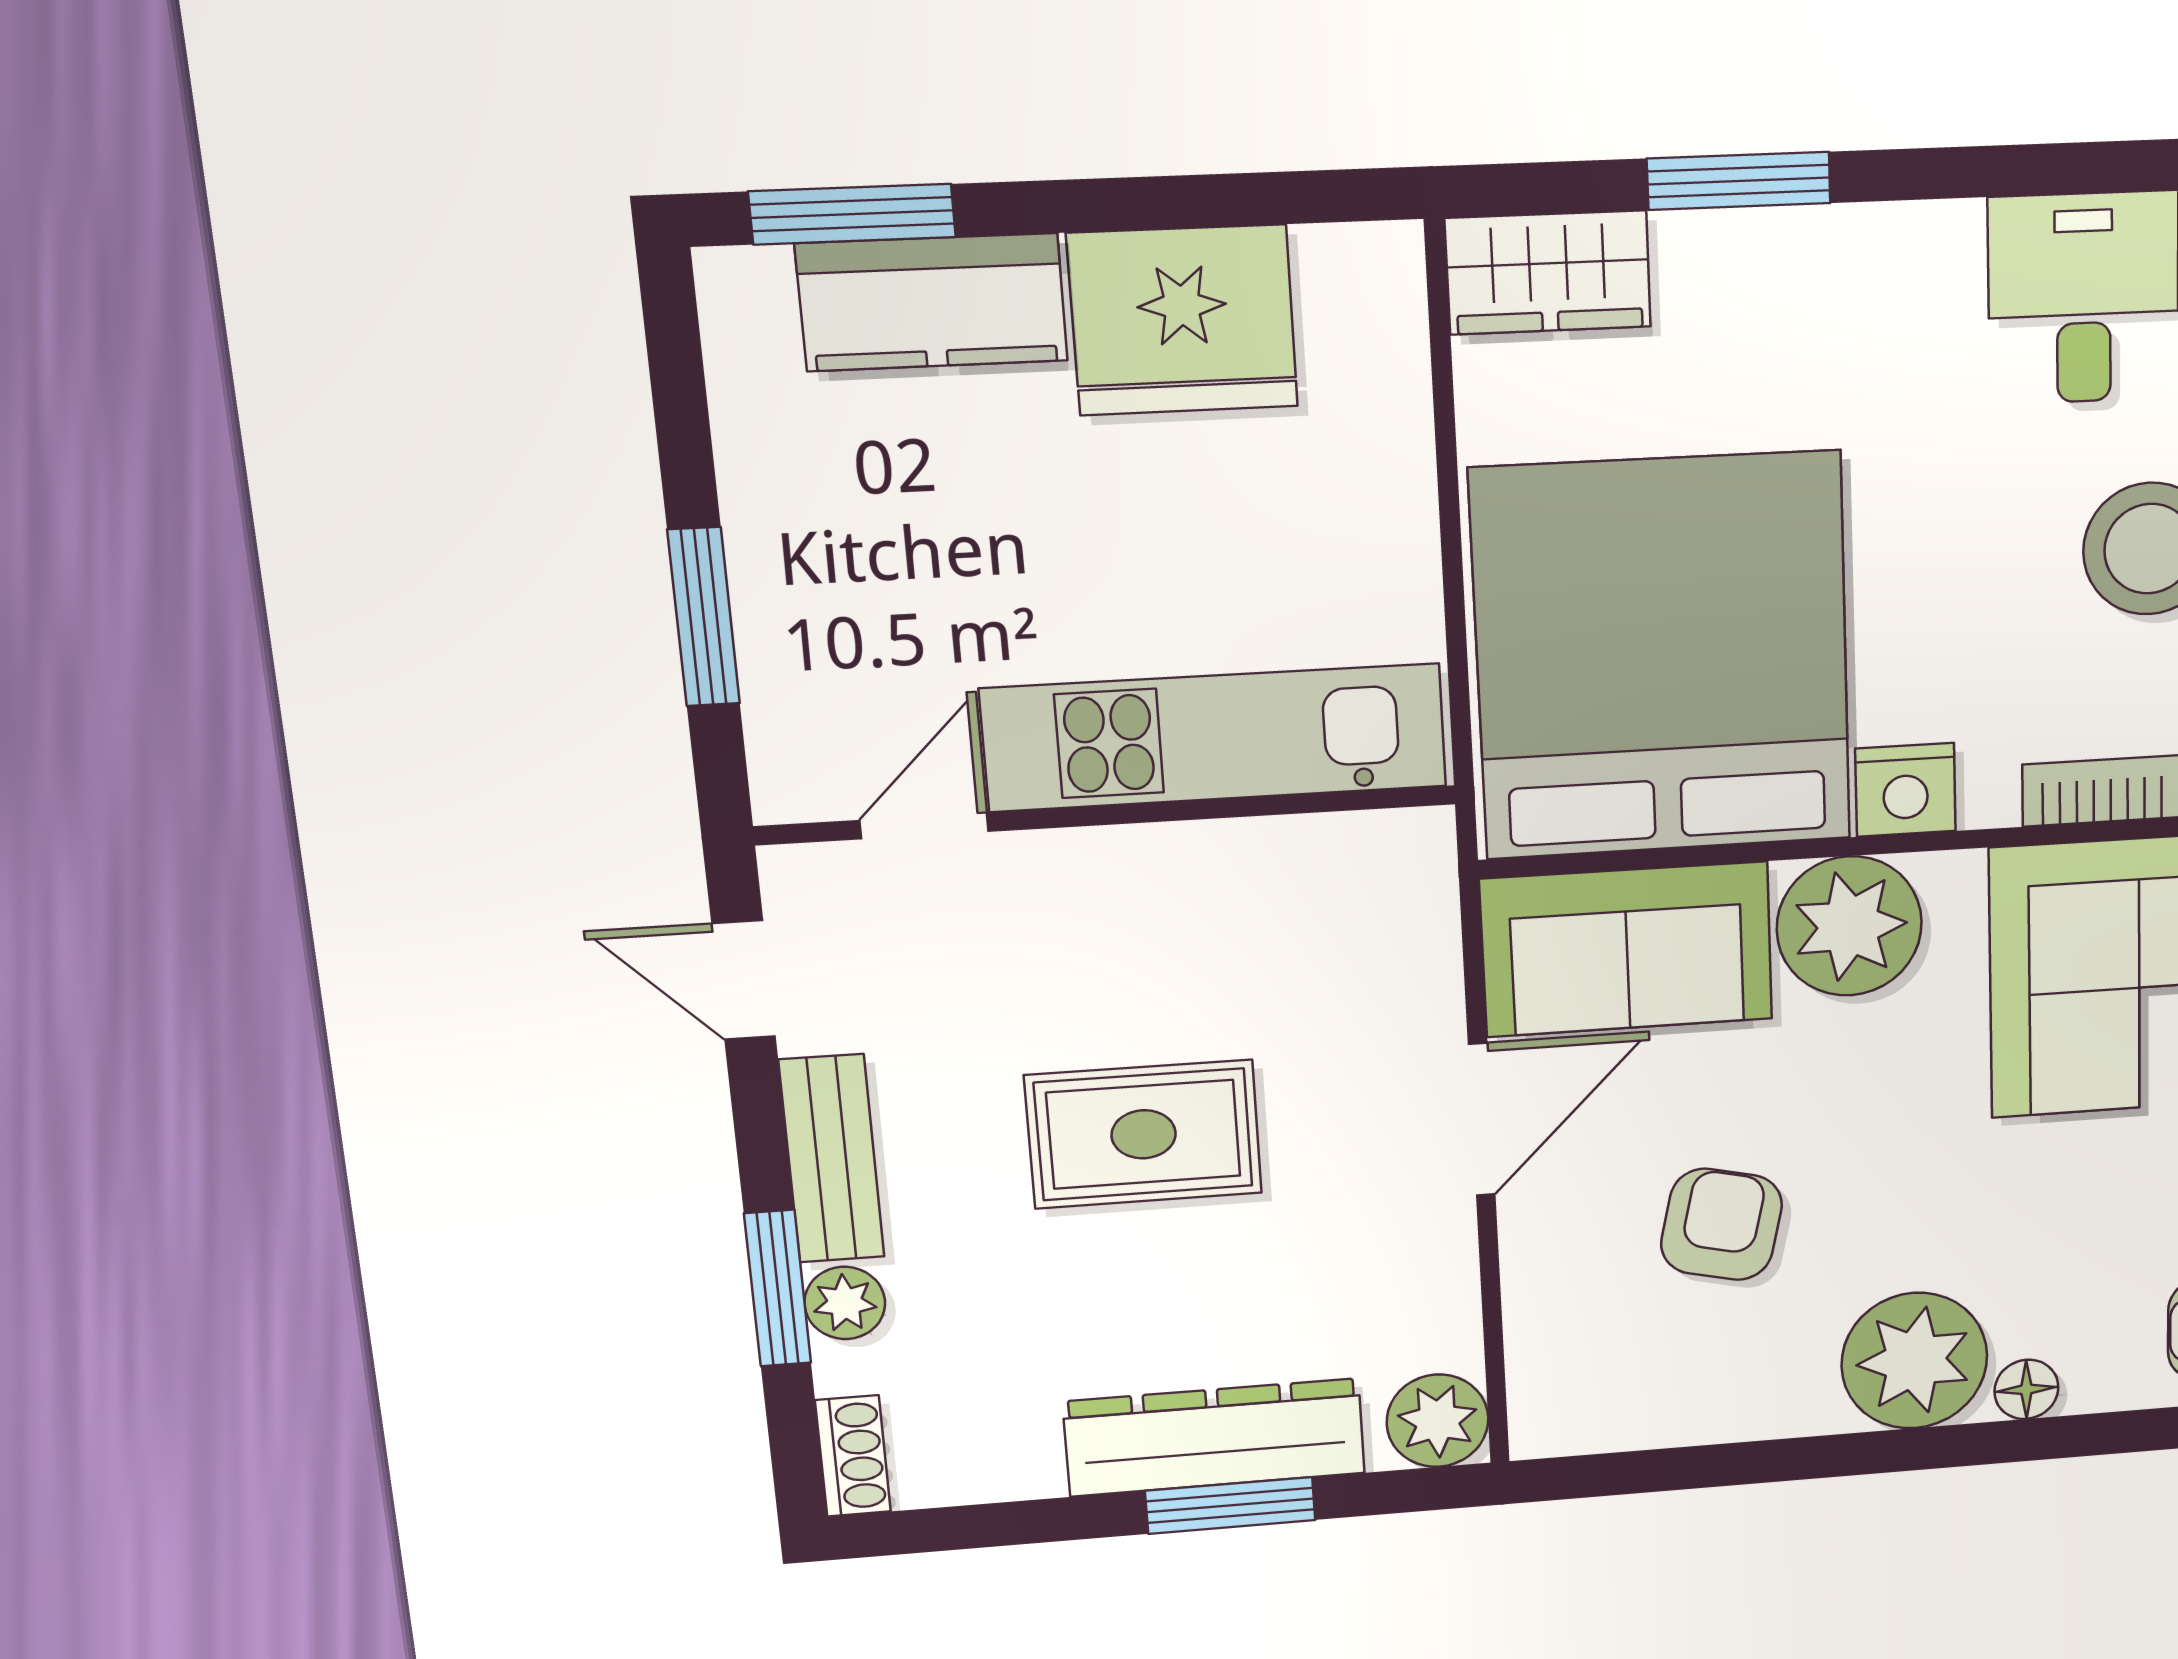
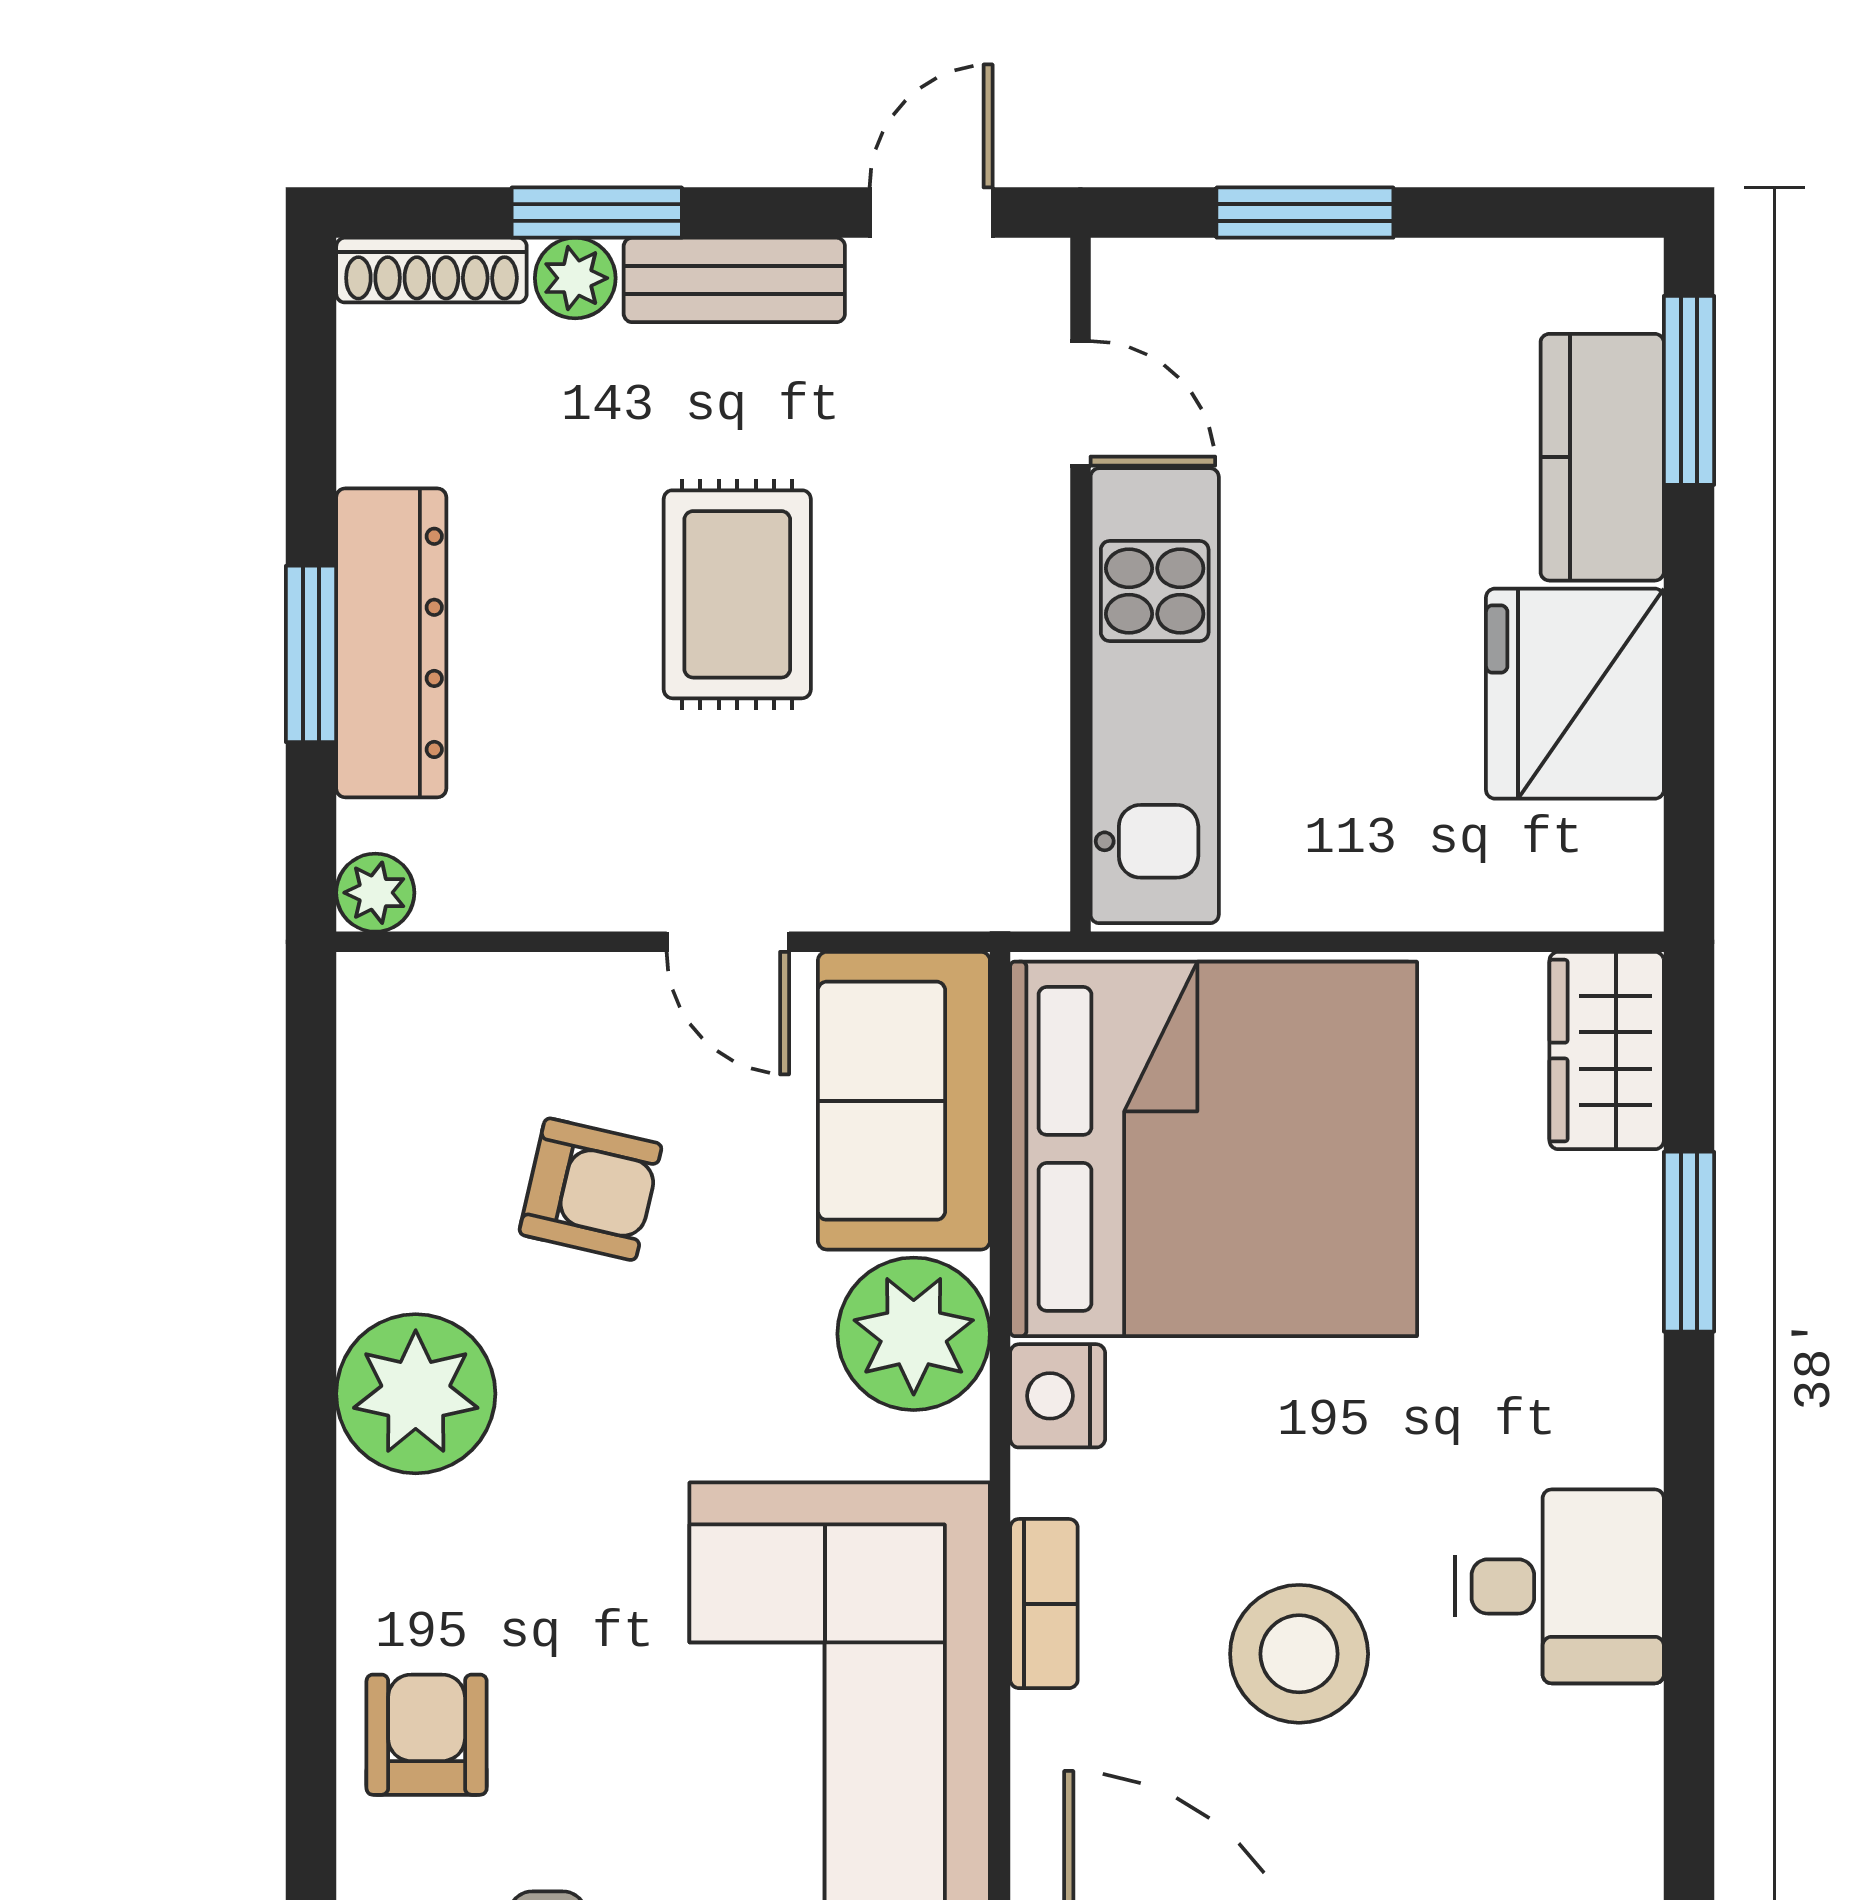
door: (1482, 1119) -> (728, 942), width x0.73
floor lamp: (2026, 1389) -> (371, 1517), removed
plant: (1438, 1421) -> (375, 893), width x0.73, depth x0.73
shoe rack: (853, 1456) -> (431, 270), width x1.43

